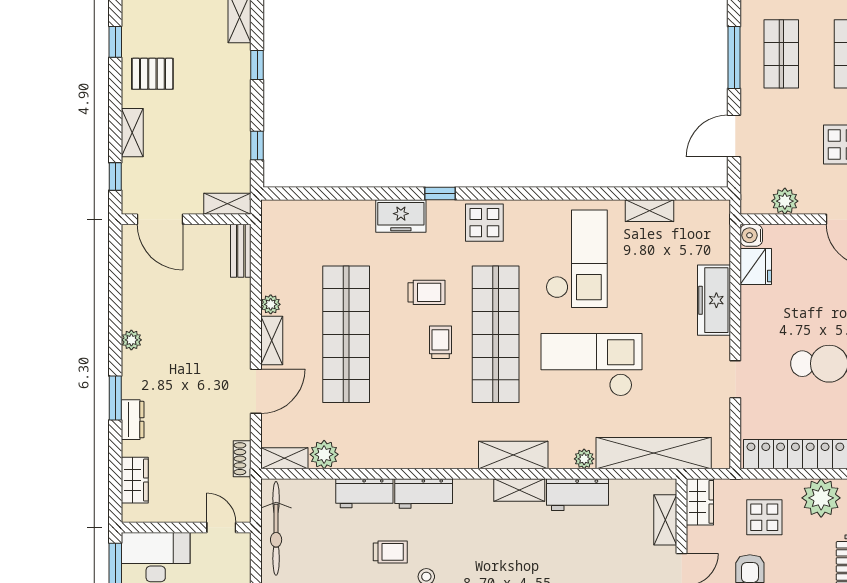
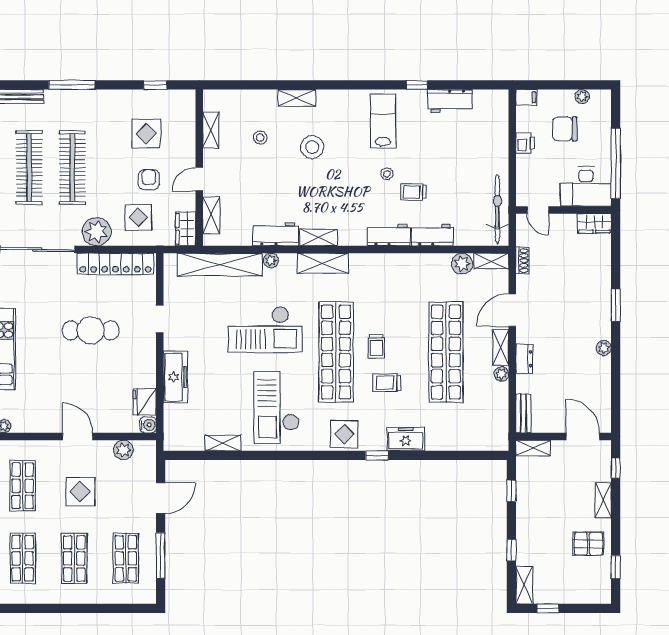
dresser: (133, 420) -> (524, 359), moved, turned 180
wardrobe: (135, 480) -> (594, 223), moved, turned -90

